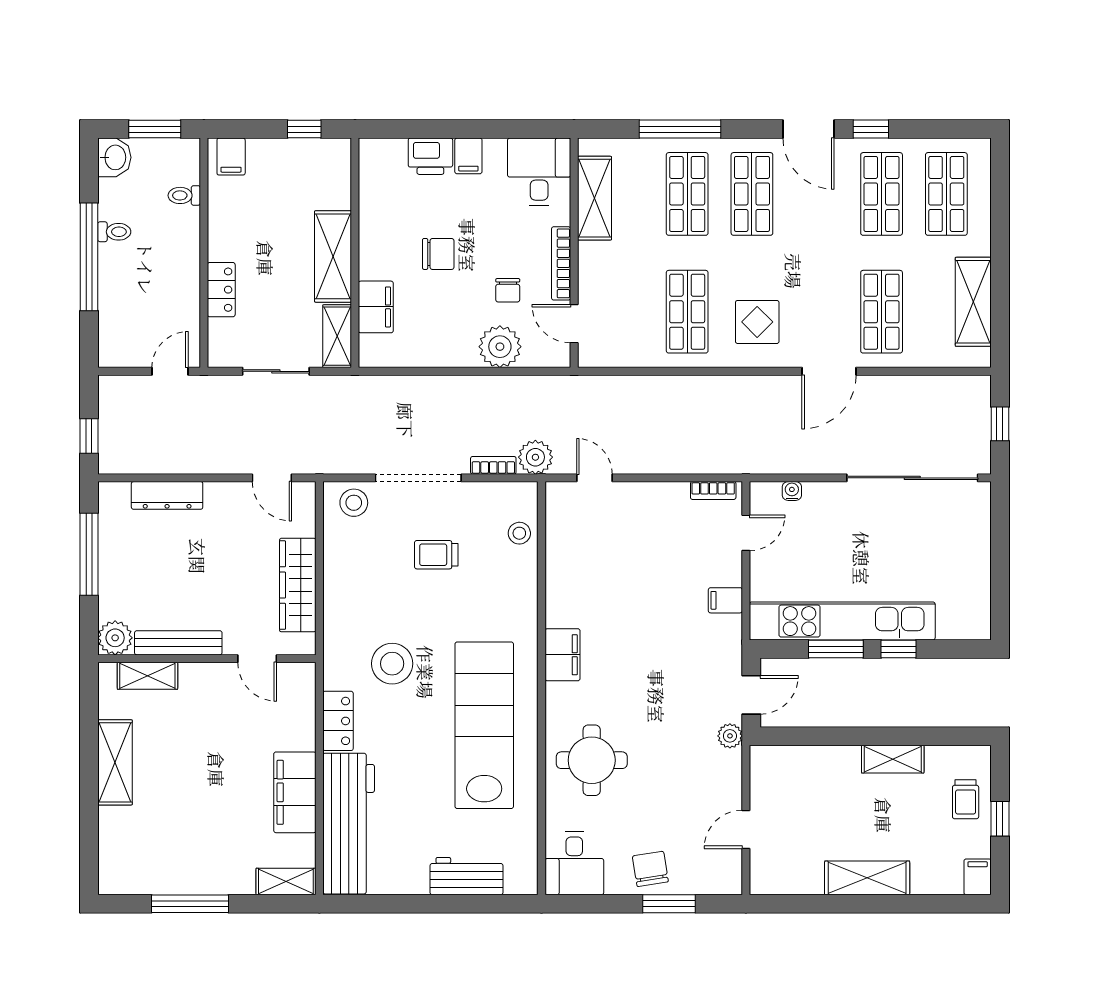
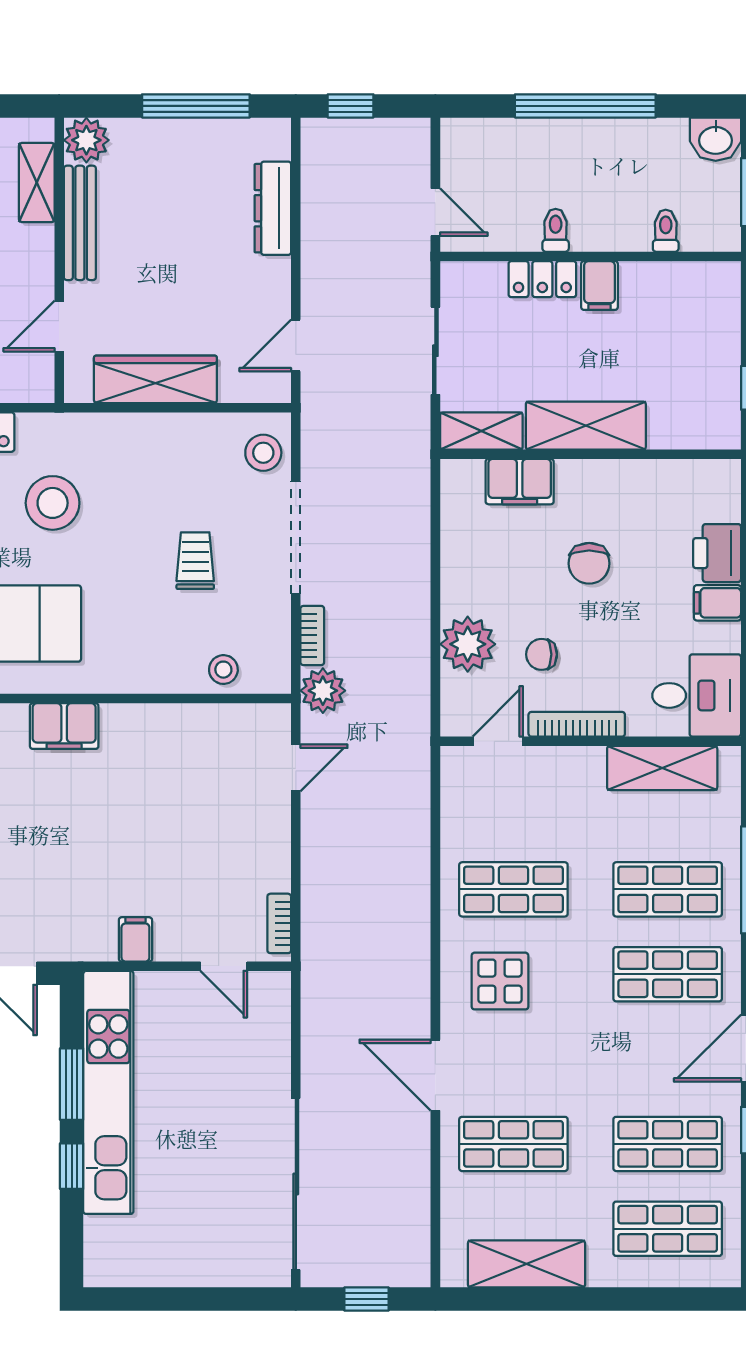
filing cabinet: (231, 157) -> (599, 286), moved, turned -90
toilet: (114, 232) -> (556, 230), moved, turned 180
water cooler: (792, 491) -> (279, 1026), removed

